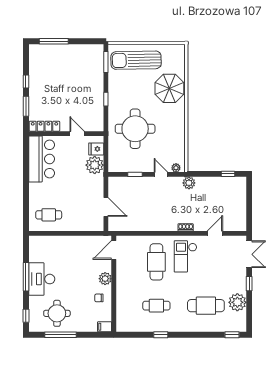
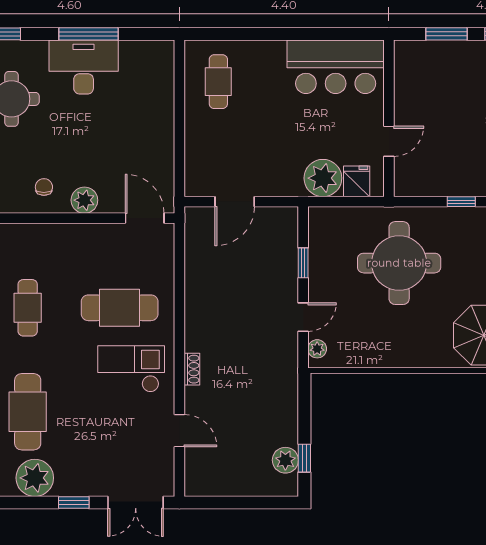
locker: (44, 126) -> (404, 73), removed
plant: (189, 183) -> (285, 460), moved

